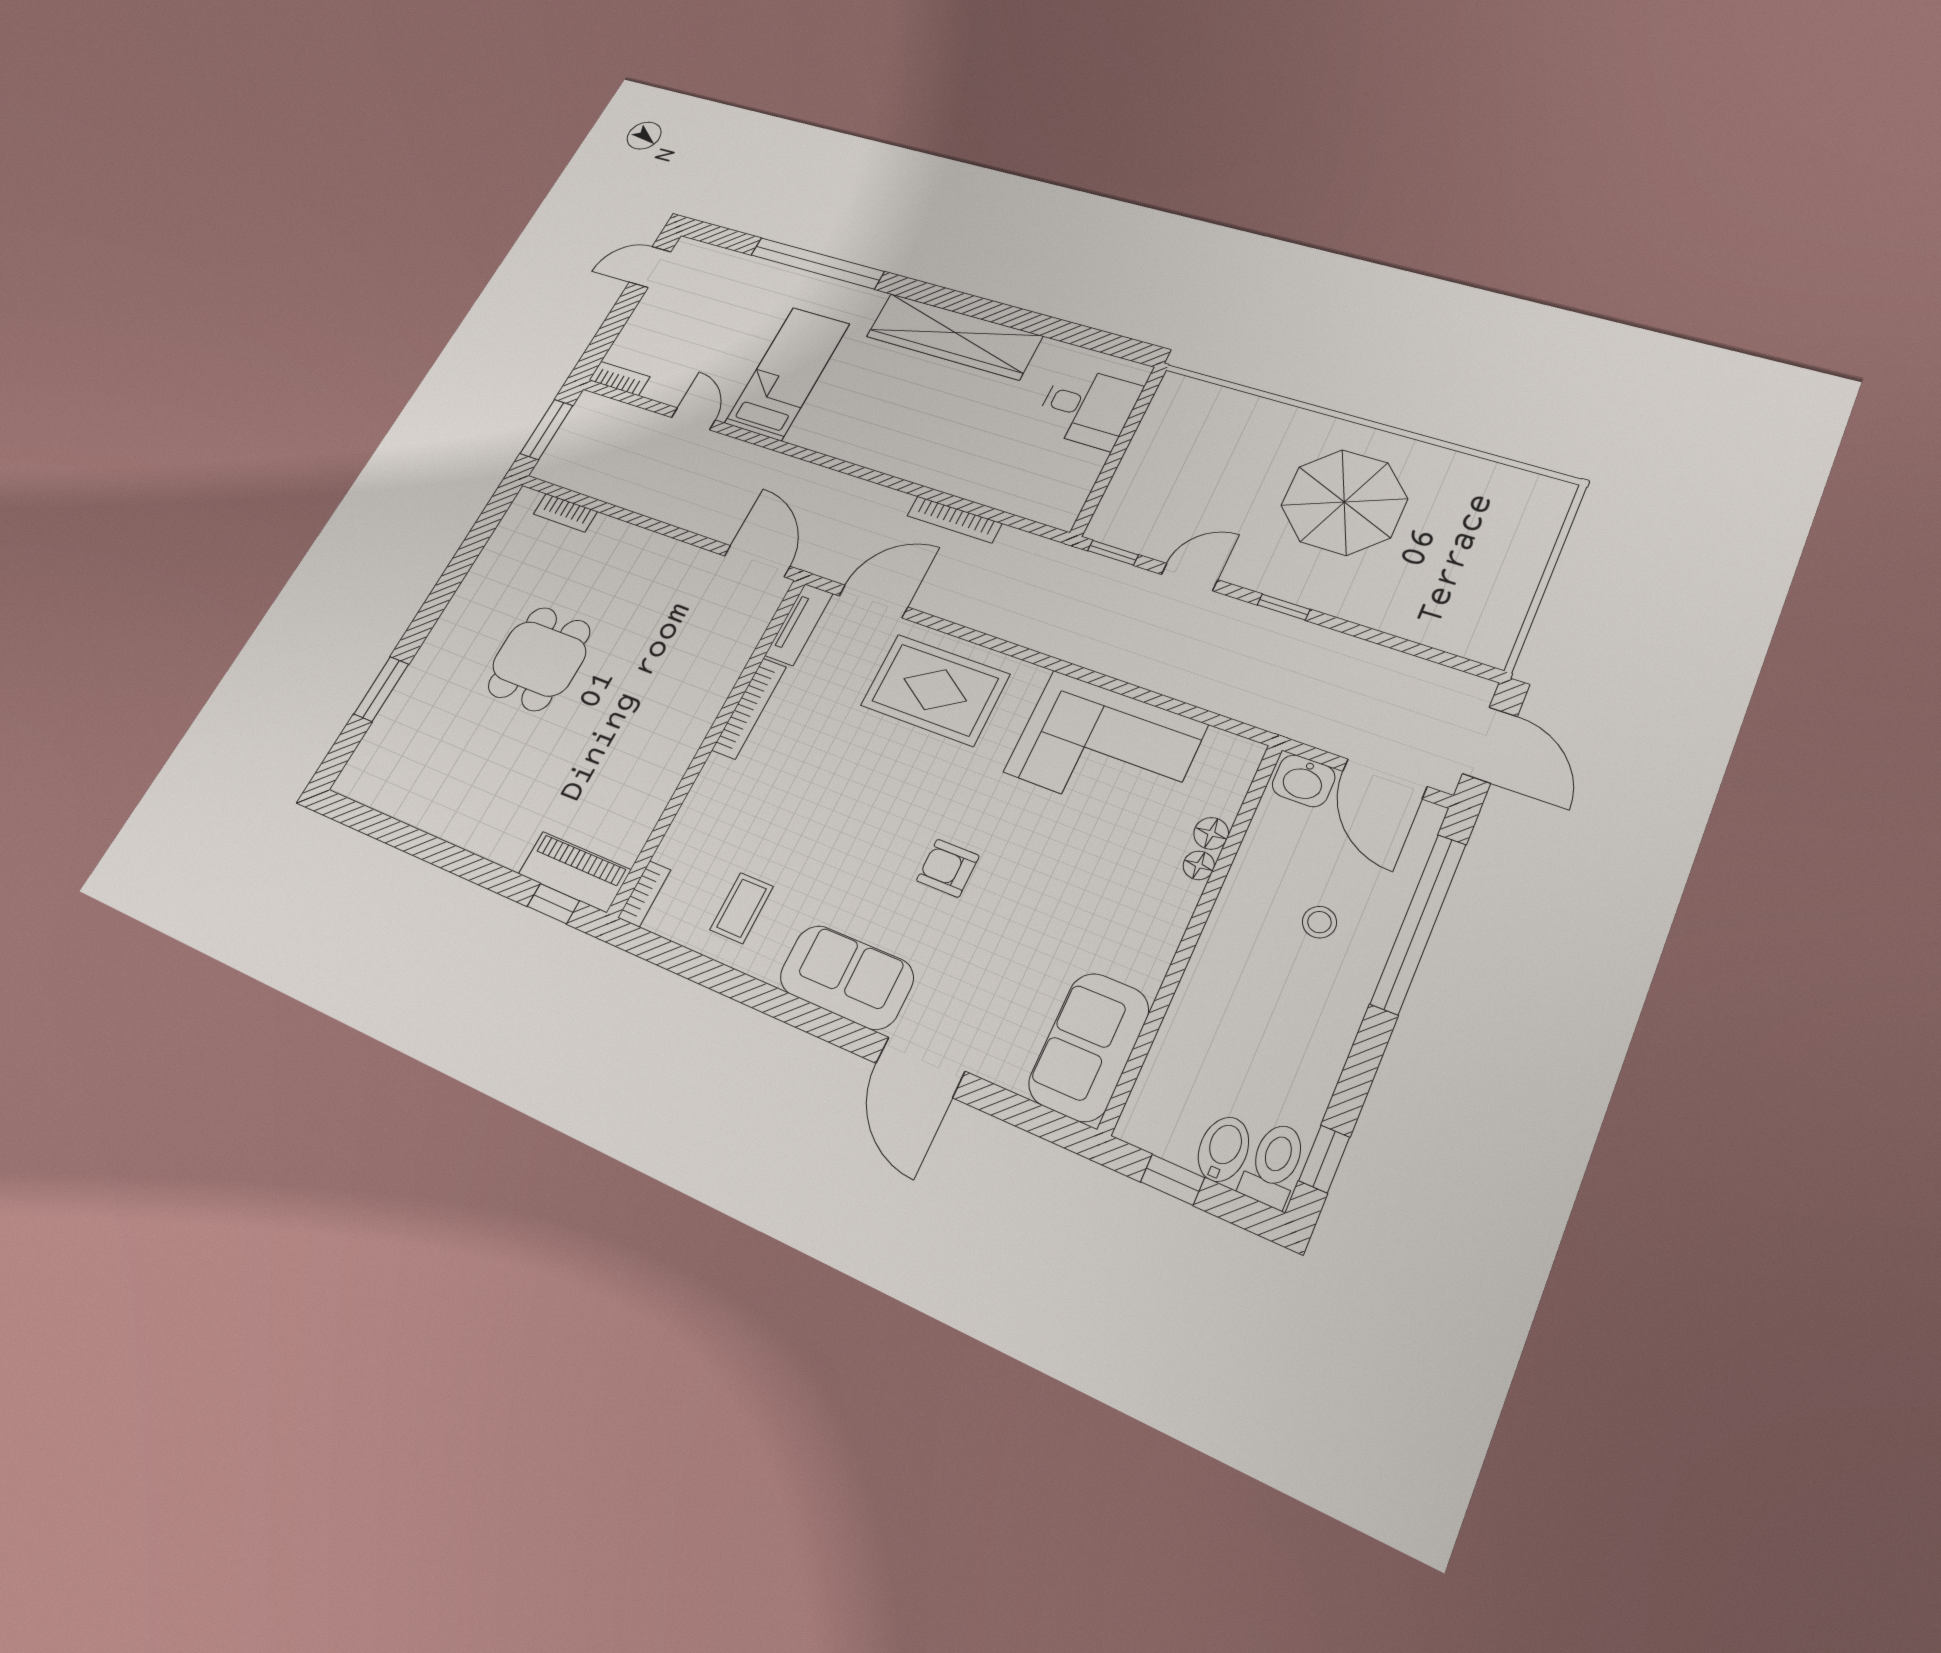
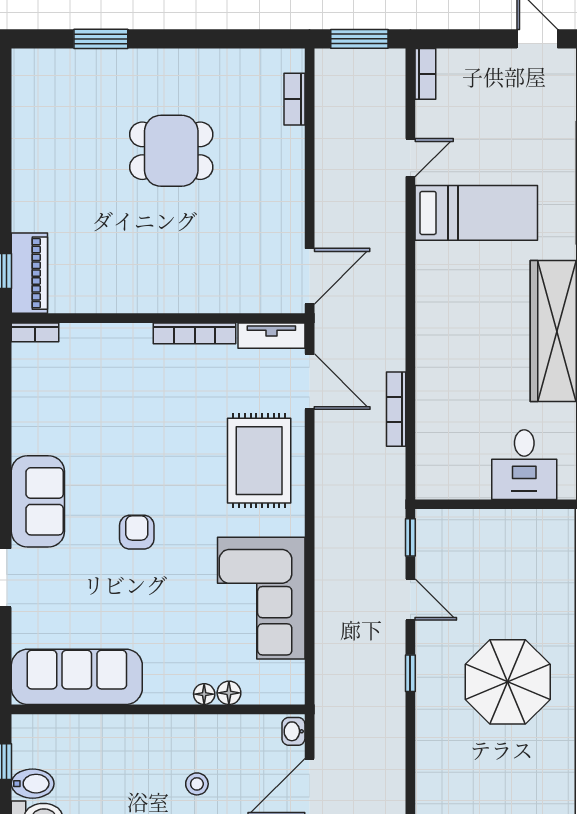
washbasin: (1304, 781) -> (293, 731), width x0.72, depth x0.69
coffee table: (742, 908) -> (53, 406), removed
sofa: (1089, 1047) -> (77, 677), width x1.36

